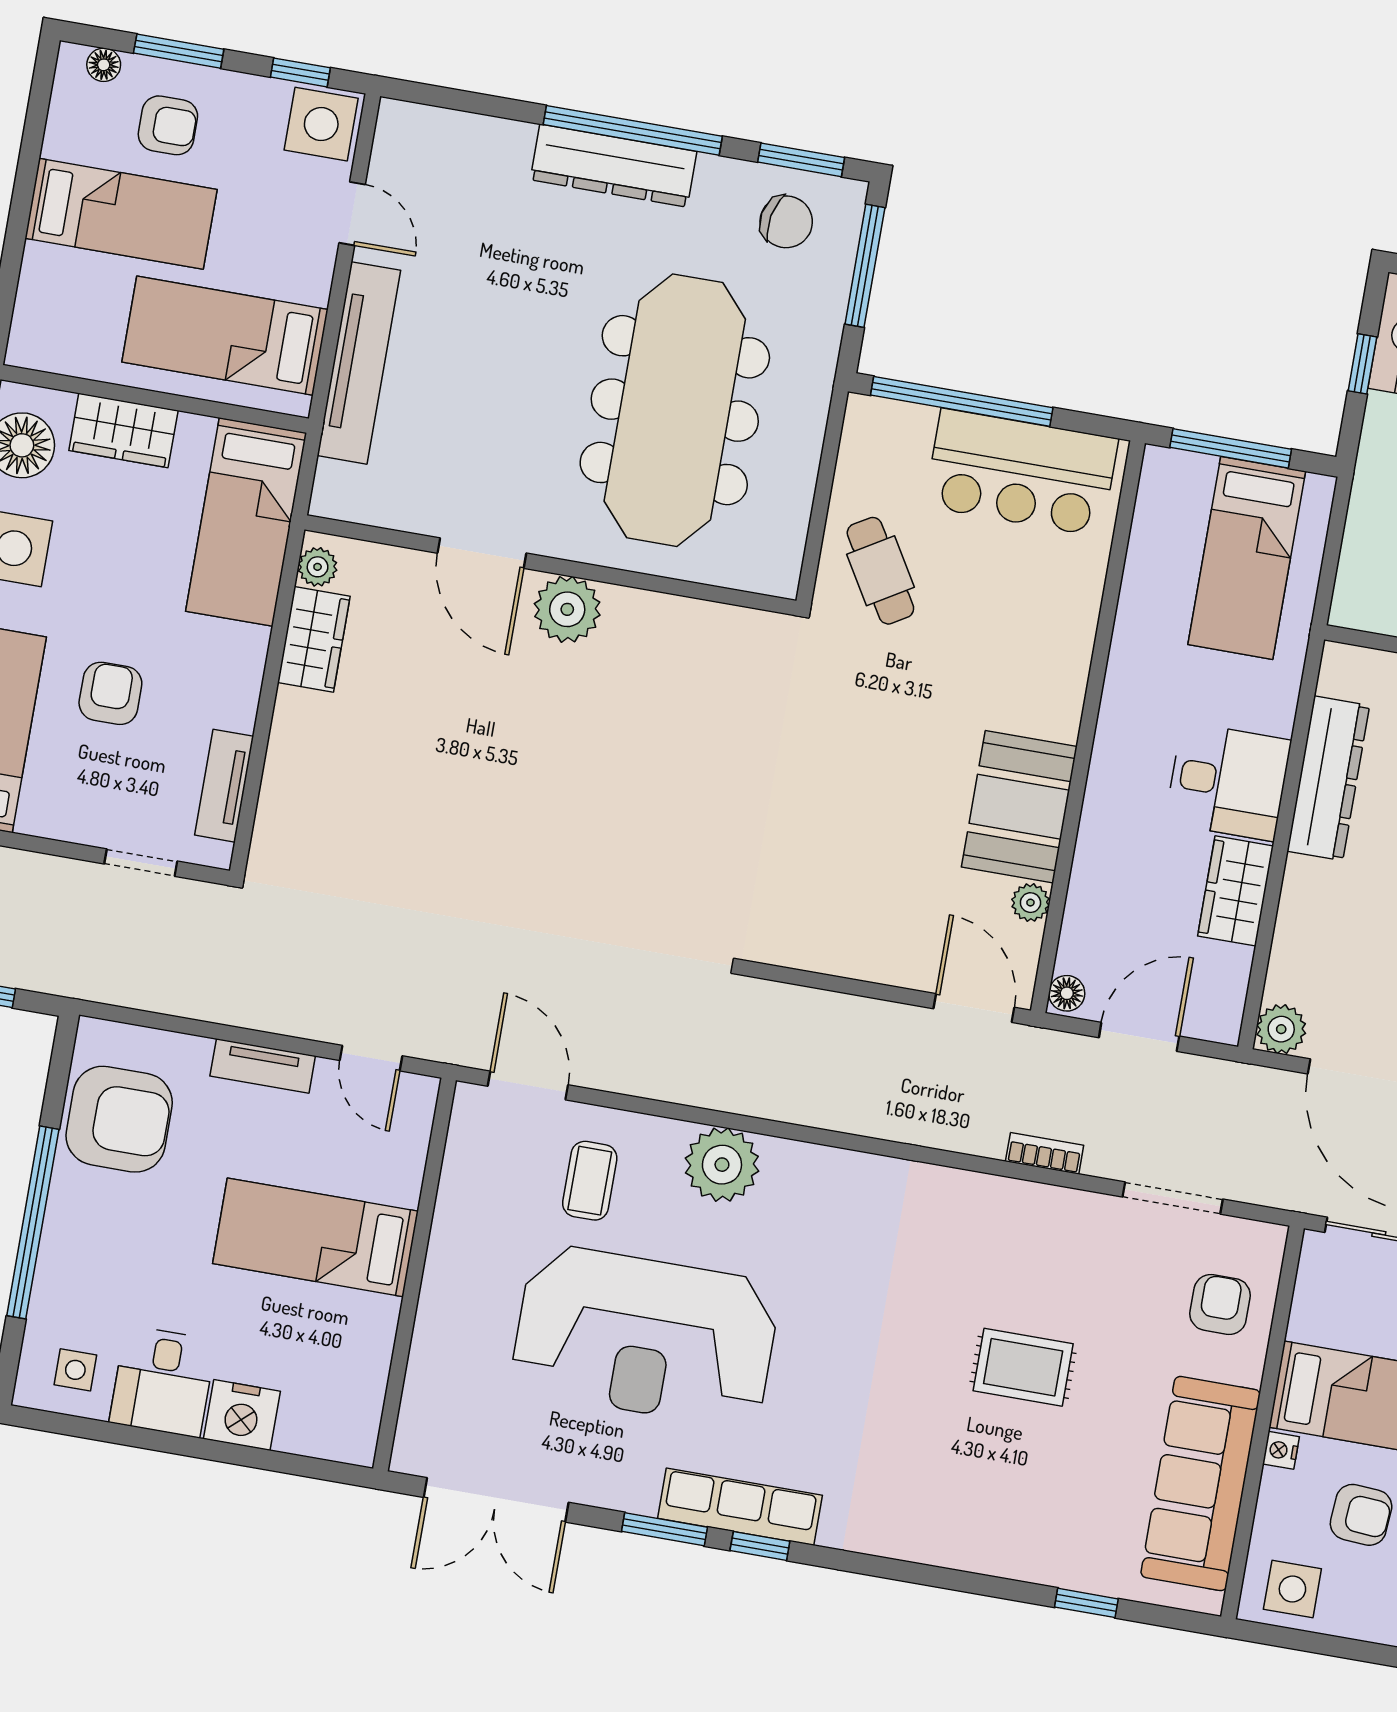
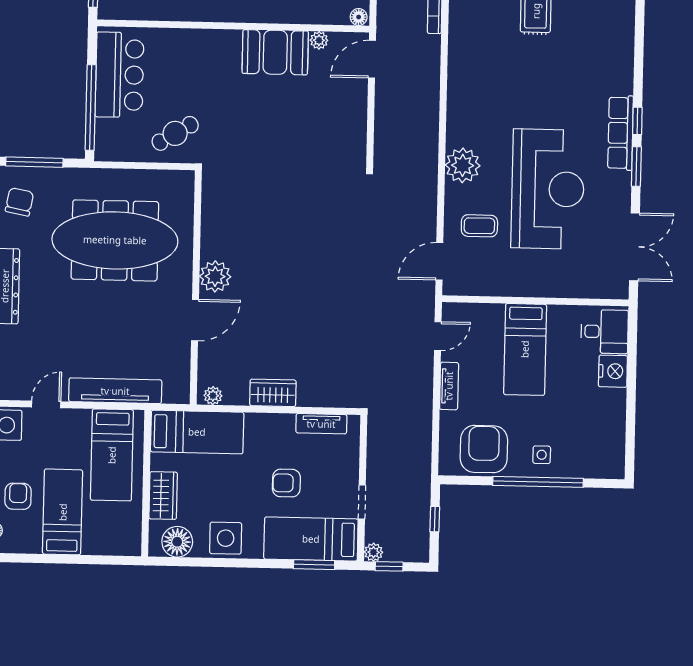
wardrobe: (314, 639) -> (273, 393), moved
doorway: (141, 863) -> (362, 502), moved
side table: (75, 1370) -> (542, 455), moved
desk: (163, 1381) -> (605, 332), moved

